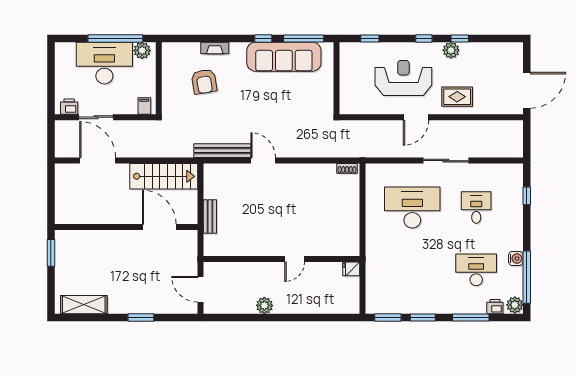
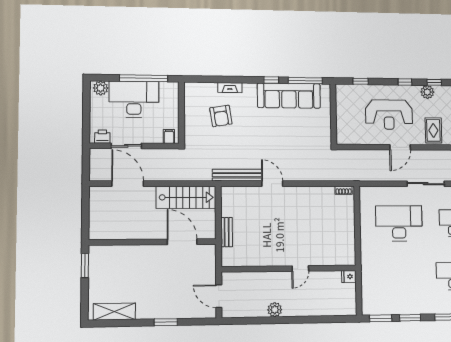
plant: (142, 50) -> (101, 88), moved
reception desk: (403, 78) -> (389, 115), turned 180
rug: (457, 97) -> (433, 130), turned 90

